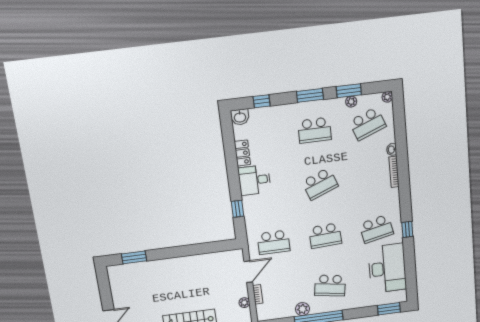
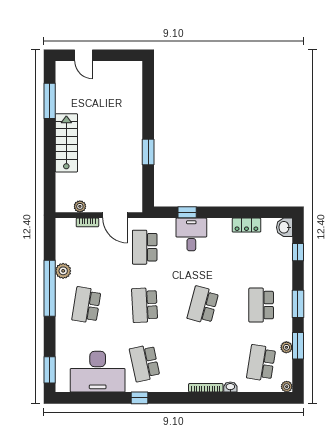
school desk: (368, 124) -> (261, 363), turned 30
desk: (254, 180) -> (191, 234), moved
school desk: (320, 184) -> (203, 305), turned 36
window: (134, 257) -> (148, 152), moved

